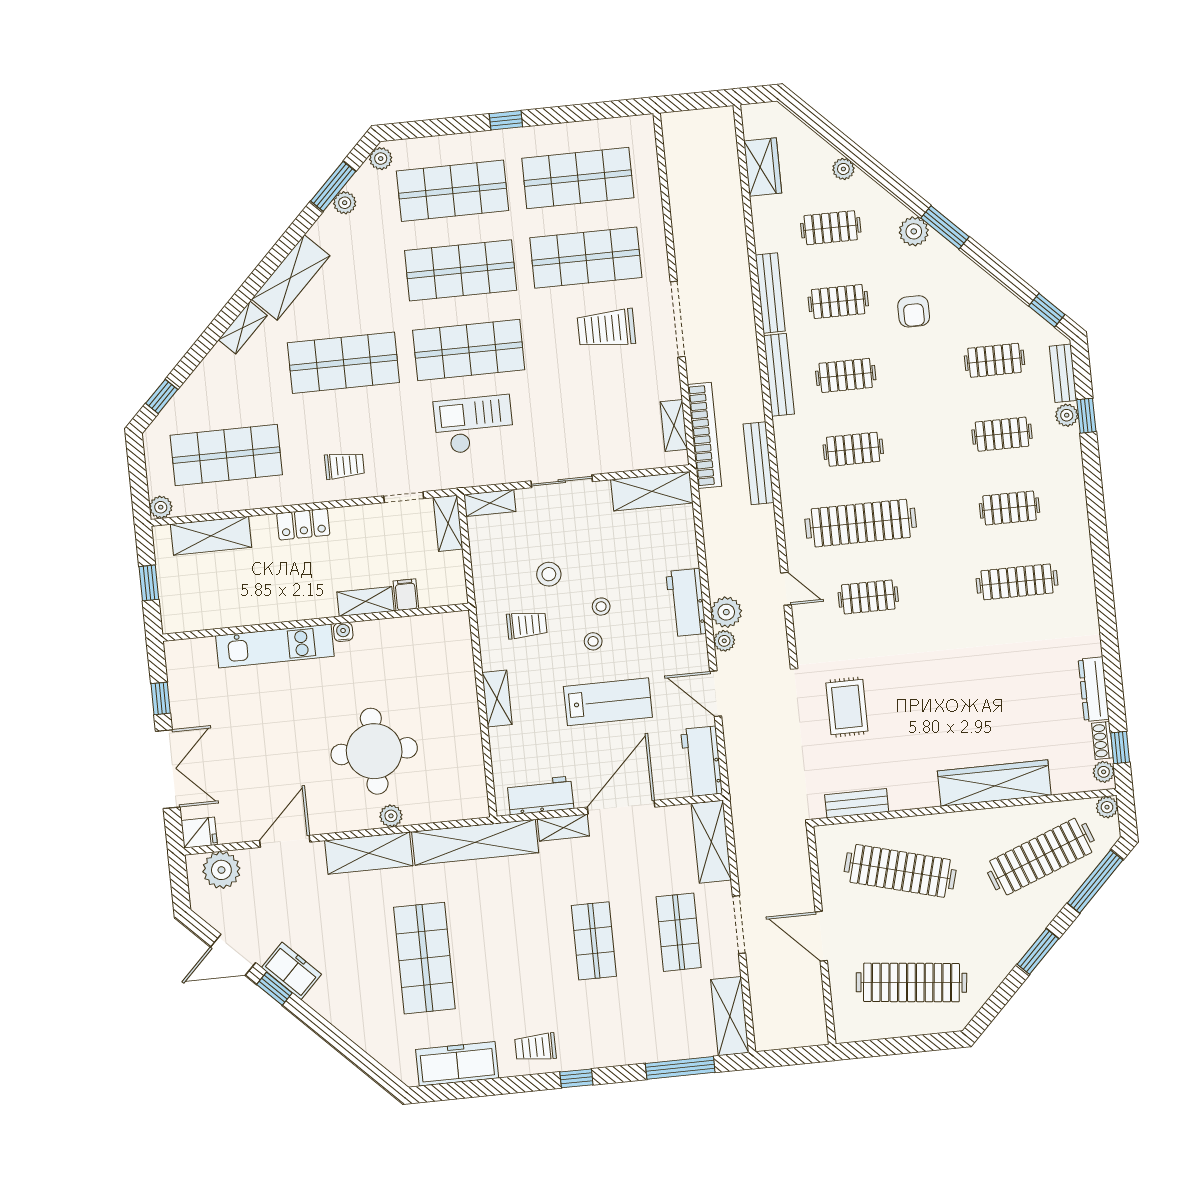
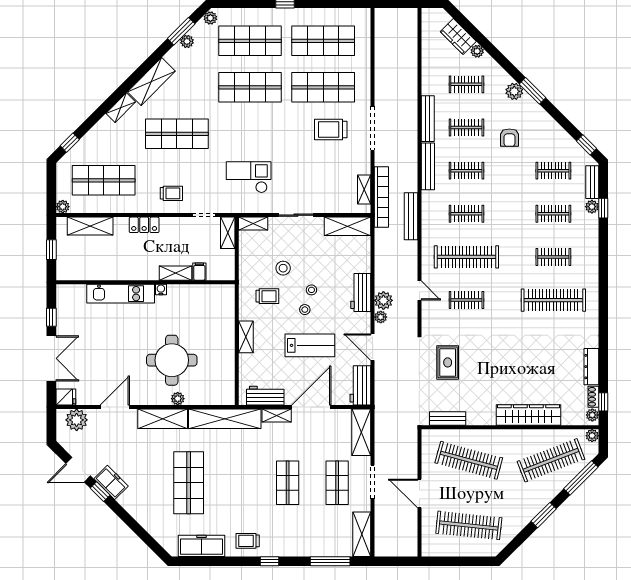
wardrobe: (763, 167) -> (458, 36), moved, turned 135
shop shelf: (469, 350) -> (250, 134), removed
clothes rail: (1017, 582) -> (553, 300), width x1.37, depth x1.31

